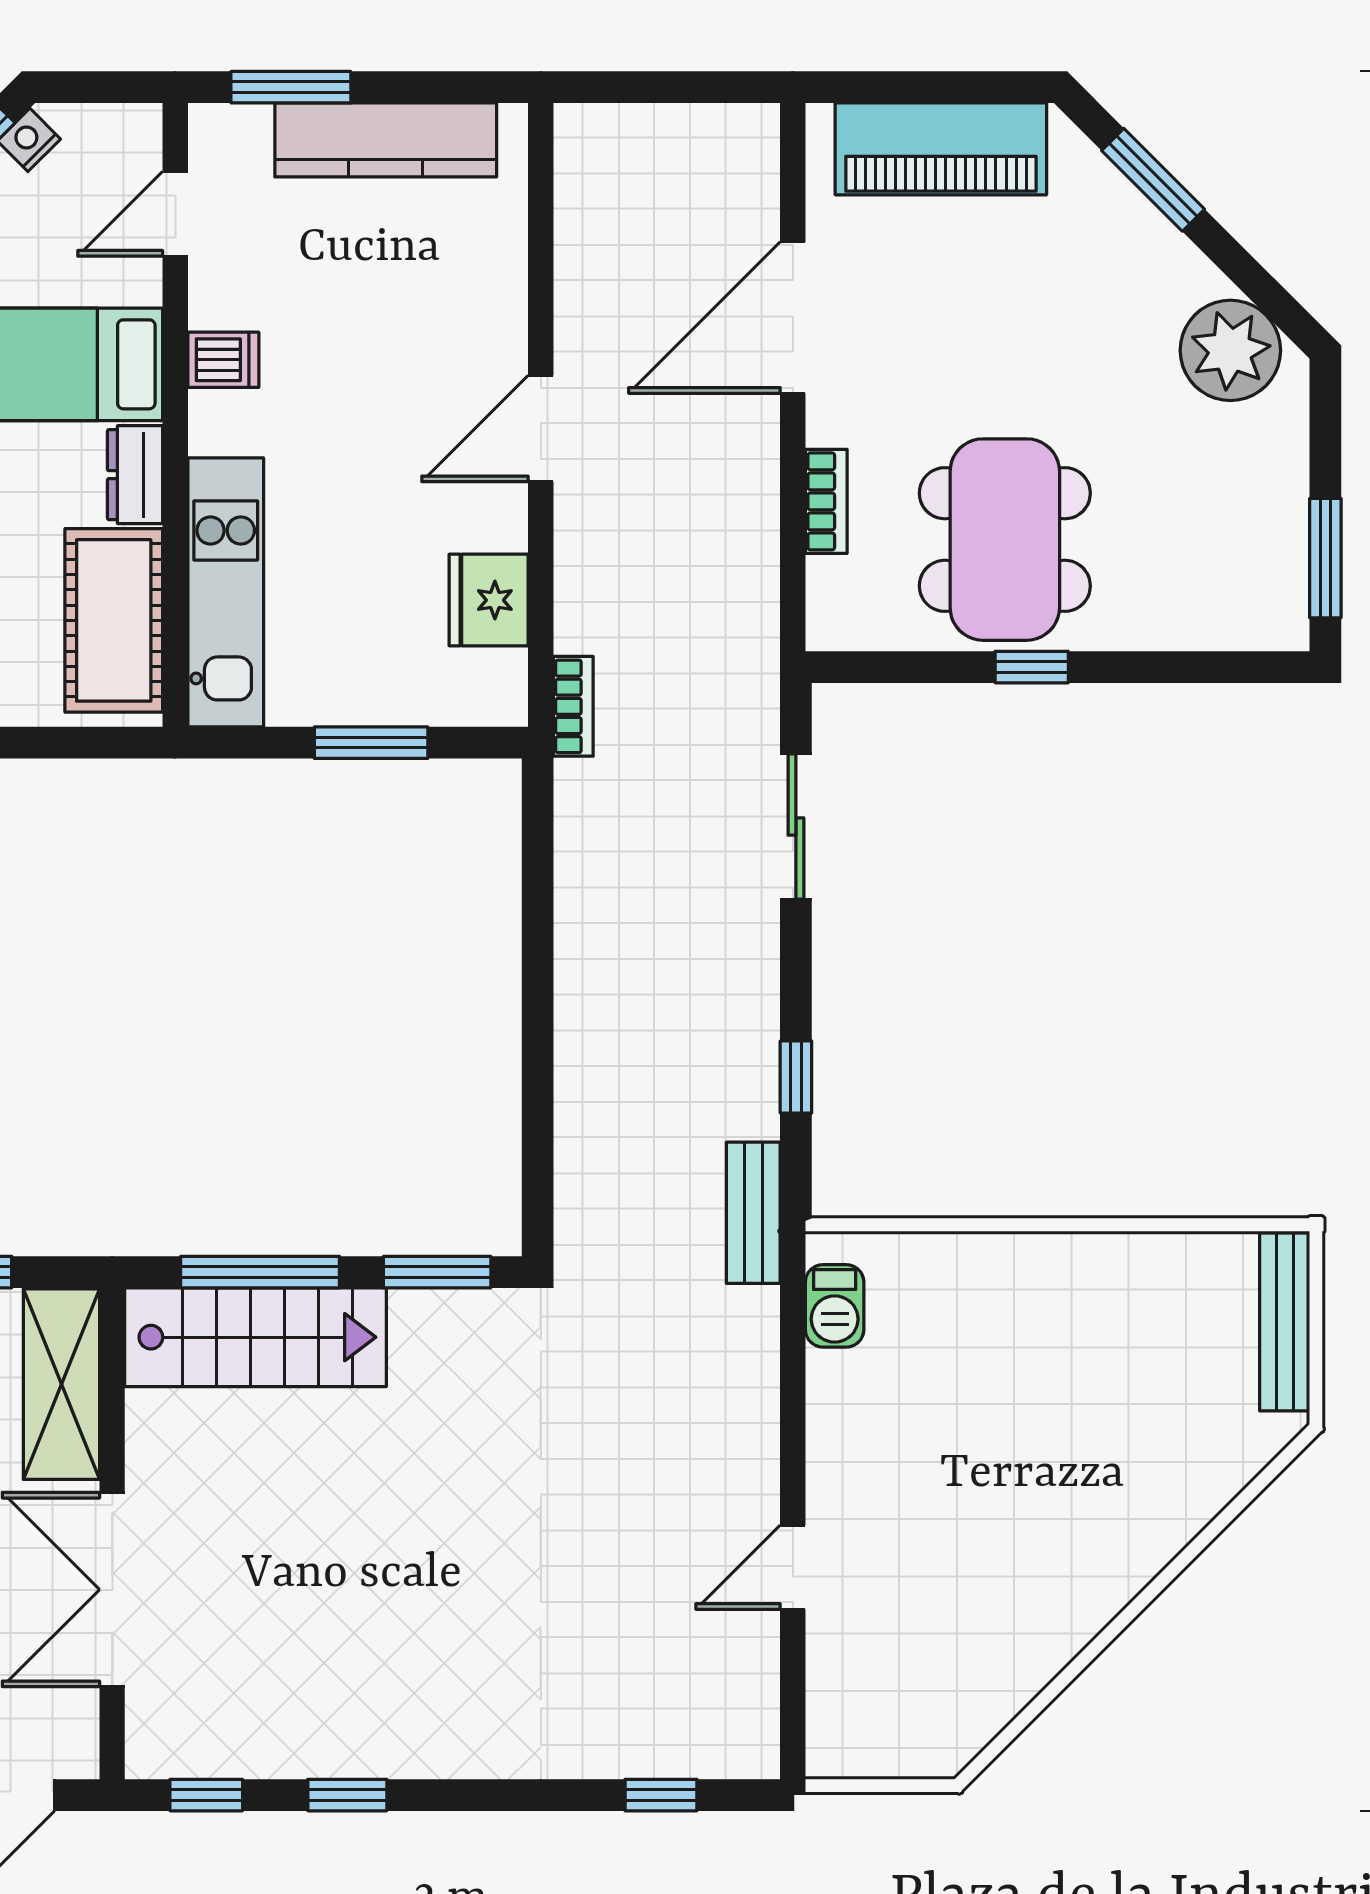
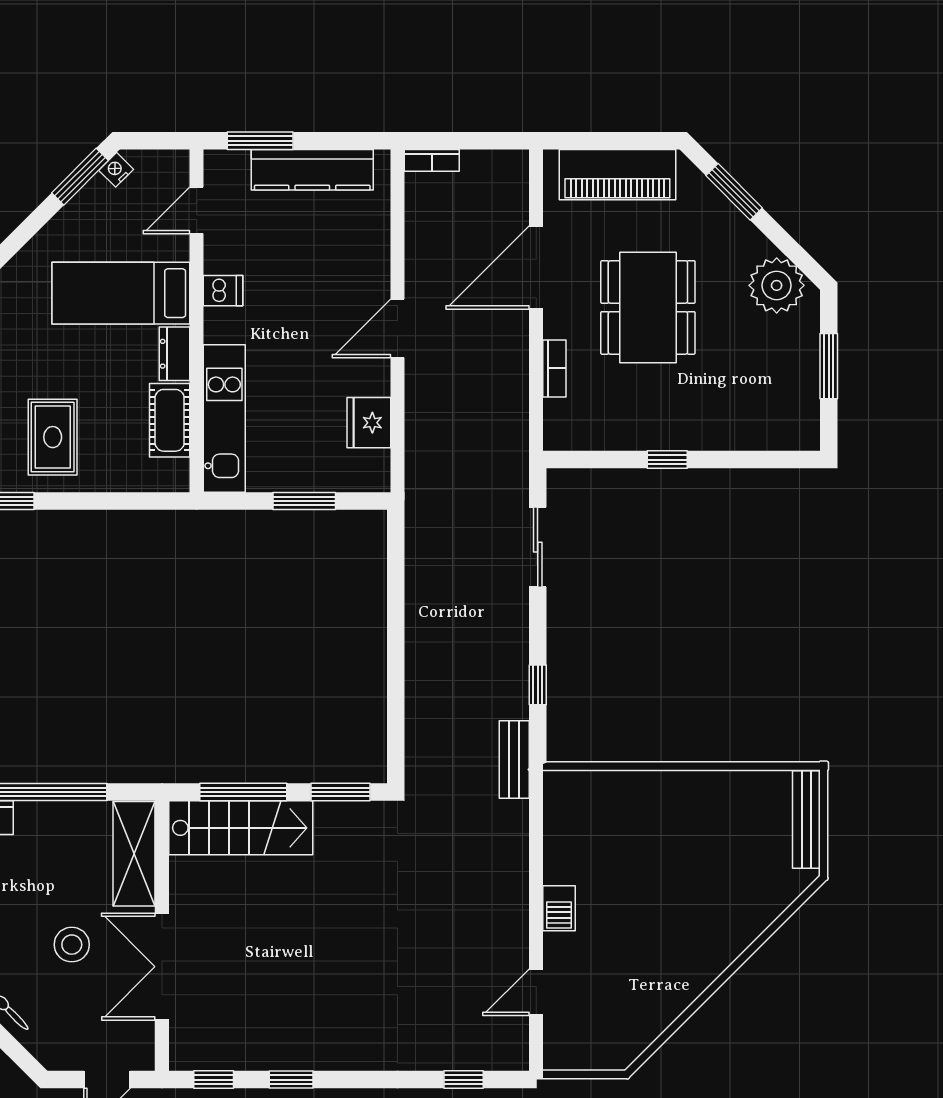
dining table: (1005, 540) -> (648, 307), moved
window: (1325, 558) -> (829, 366), moved
cot: (114, 620) -> (170, 420), width x0.73, depth x0.75
bookcase: (573, 706) -> (432, 160), moved, turned 90
barbecue: (835, 1306) -> (559, 908), moved
door: (793, 1567) -> (536, 992), moved

